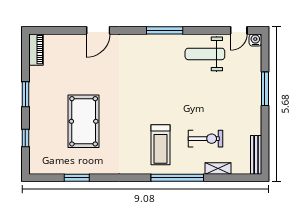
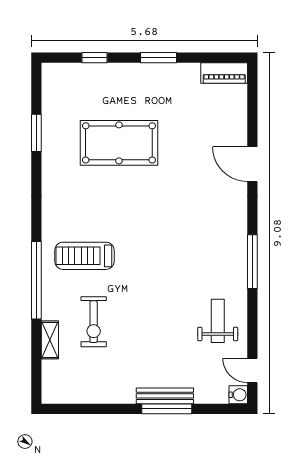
weight bench: (205, 54) -> (218, 321), width x0.73, depth x0.75
bench: (256, 155) -> (165, 396), moved

